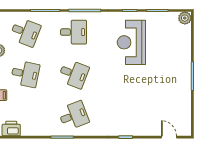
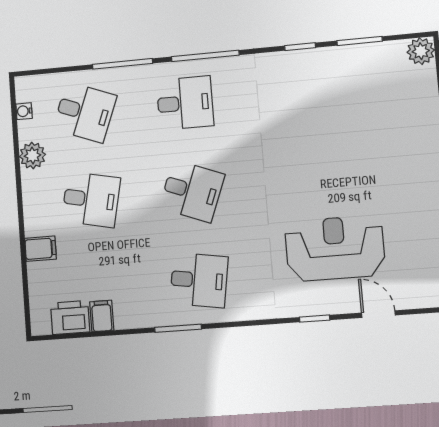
reception desk: (131, 42) -> (335, 248), moved, turned 90
desk: (74, 116) -> (199, 280), turned 30
filing cabinet: (26, 129) -> (102, 316), added
door: (169, 137) -> (378, 314), moved

